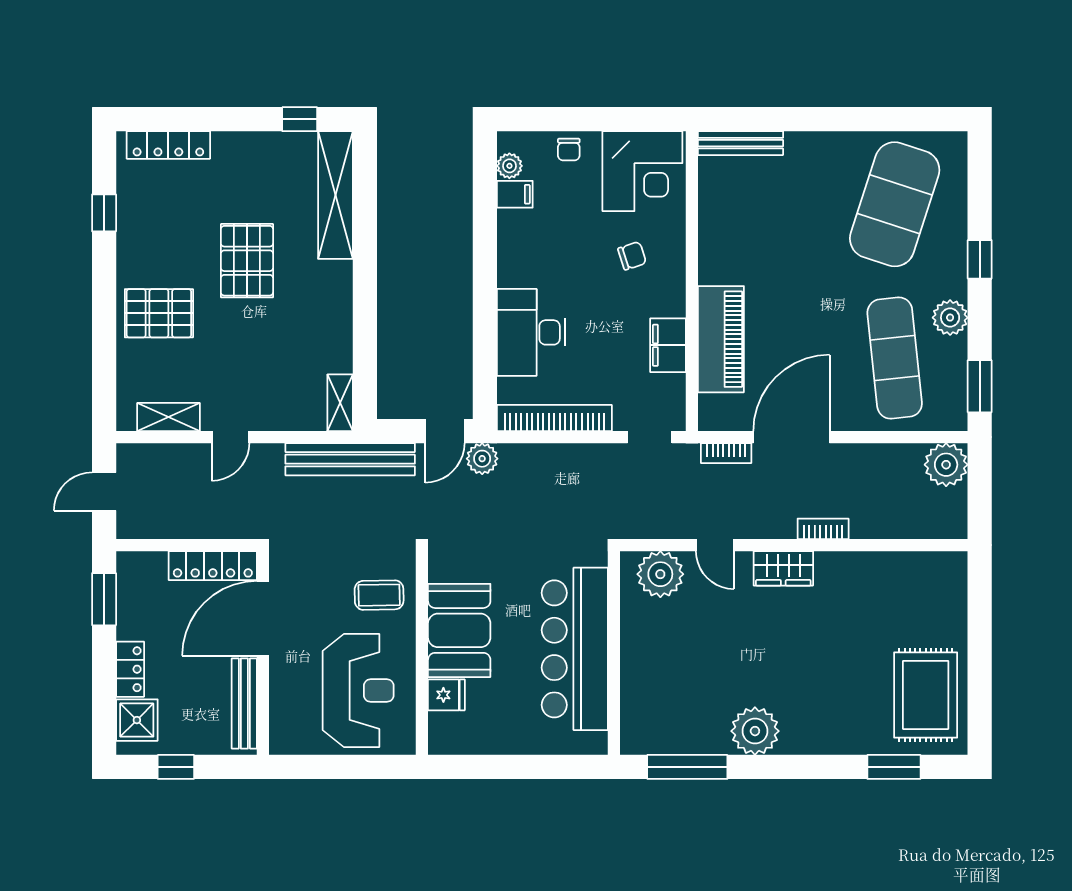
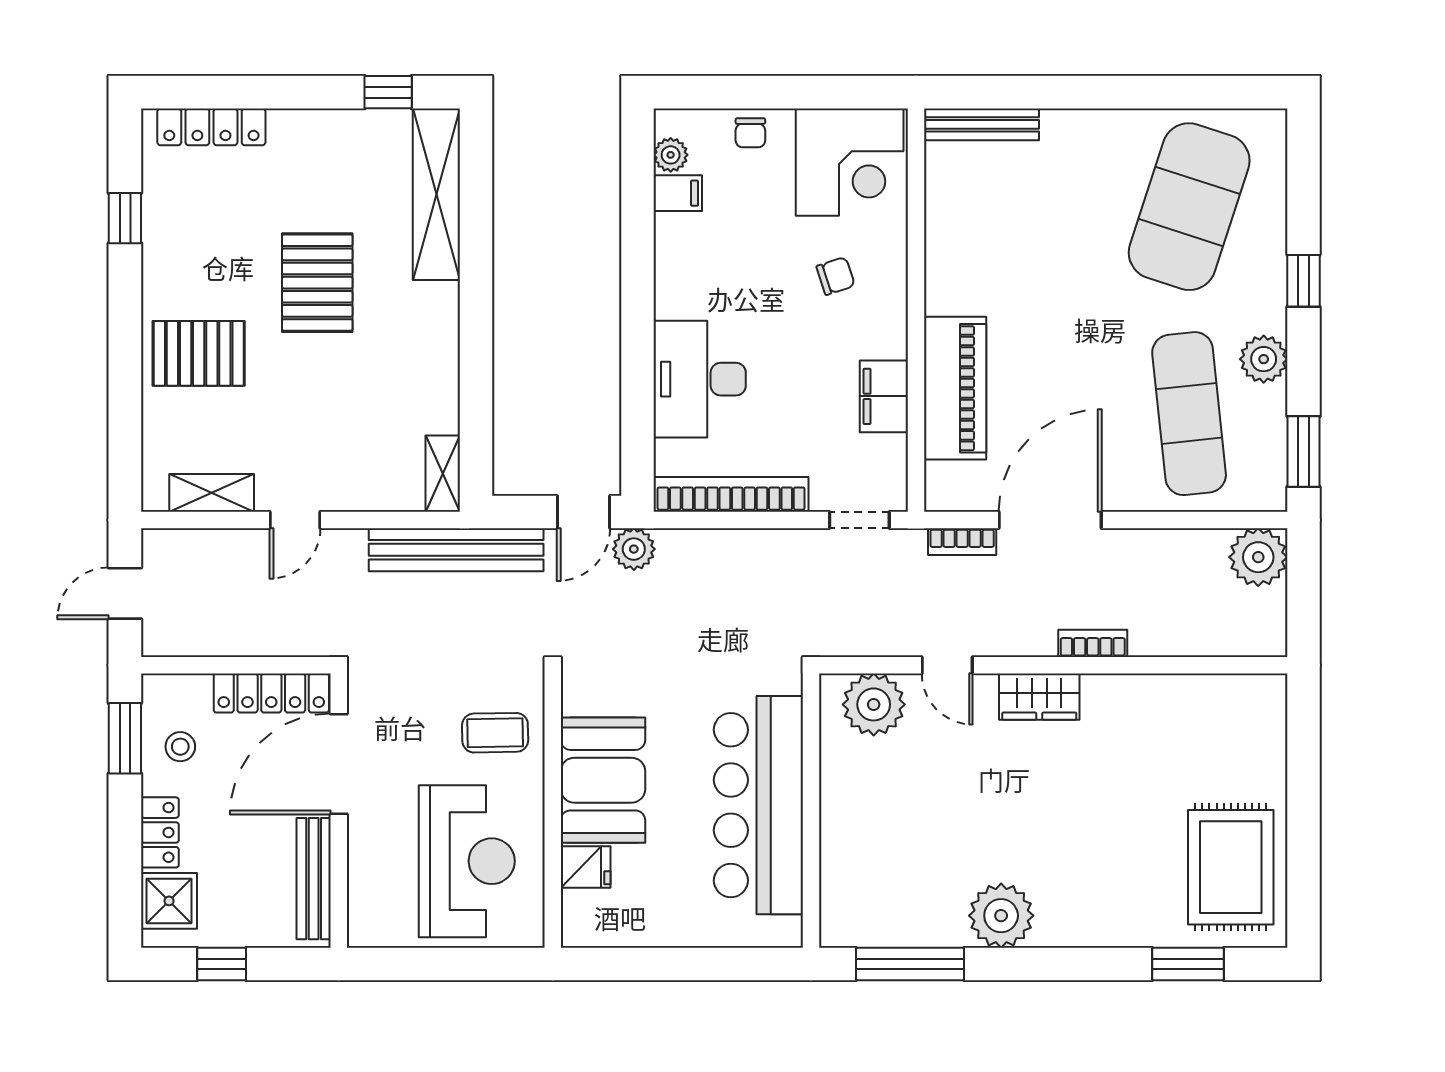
stool: (145, 605) -> (180, 747), added

